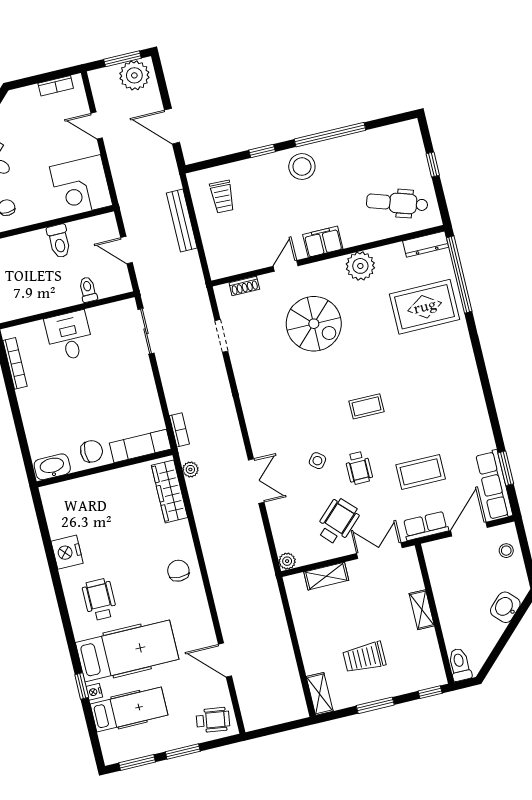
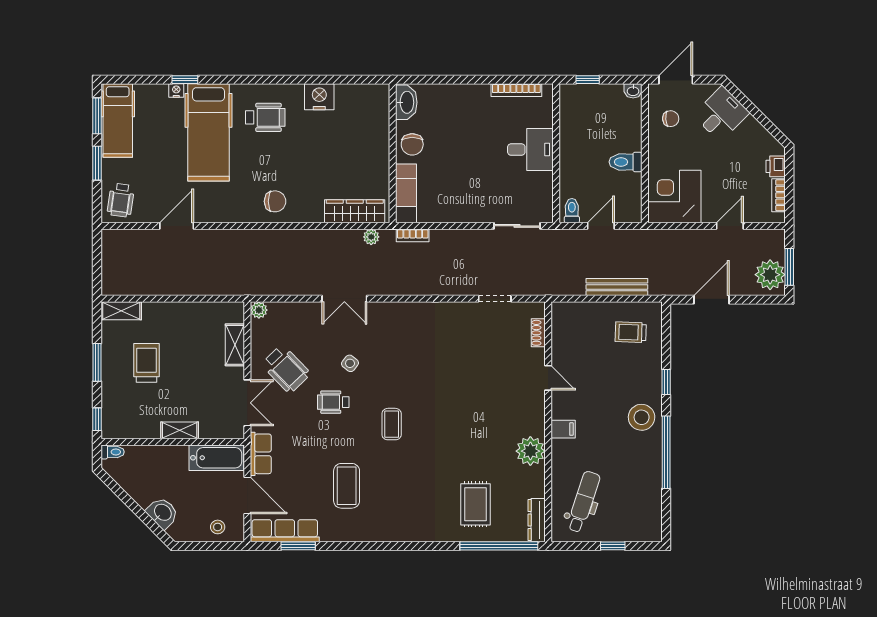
printer: (28, 95) -> (776, 166), added
filing cabinet: (323, 242) -> (563, 429), width x0.50
toilet: (88, 290) -> (572, 211), moved, turned -90
rug: (425, 307) -> (475, 504), width x0.73, depth x0.70
spiral stairs: (314, 324) -> (485, 392), removed
coffee table: (421, 472) -> (347, 486), moved
bathtub: (440, 568) -> (216, 458), added
toilet: (460, 665) -> (113, 452), width x0.73, depth x0.72
hospital bed: (129, 710) -> (118, 120), moved

